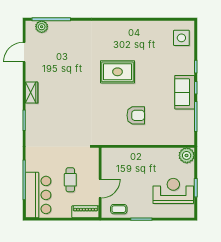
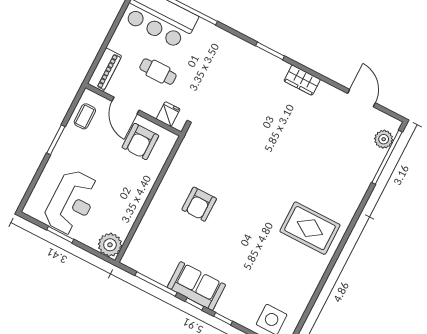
rug: (118, 72) -> (310, 228), moved, turned 90
fridge: (92, 161) -> (168, 114), added
armchair: (117, 169) -> (140, 142), added

